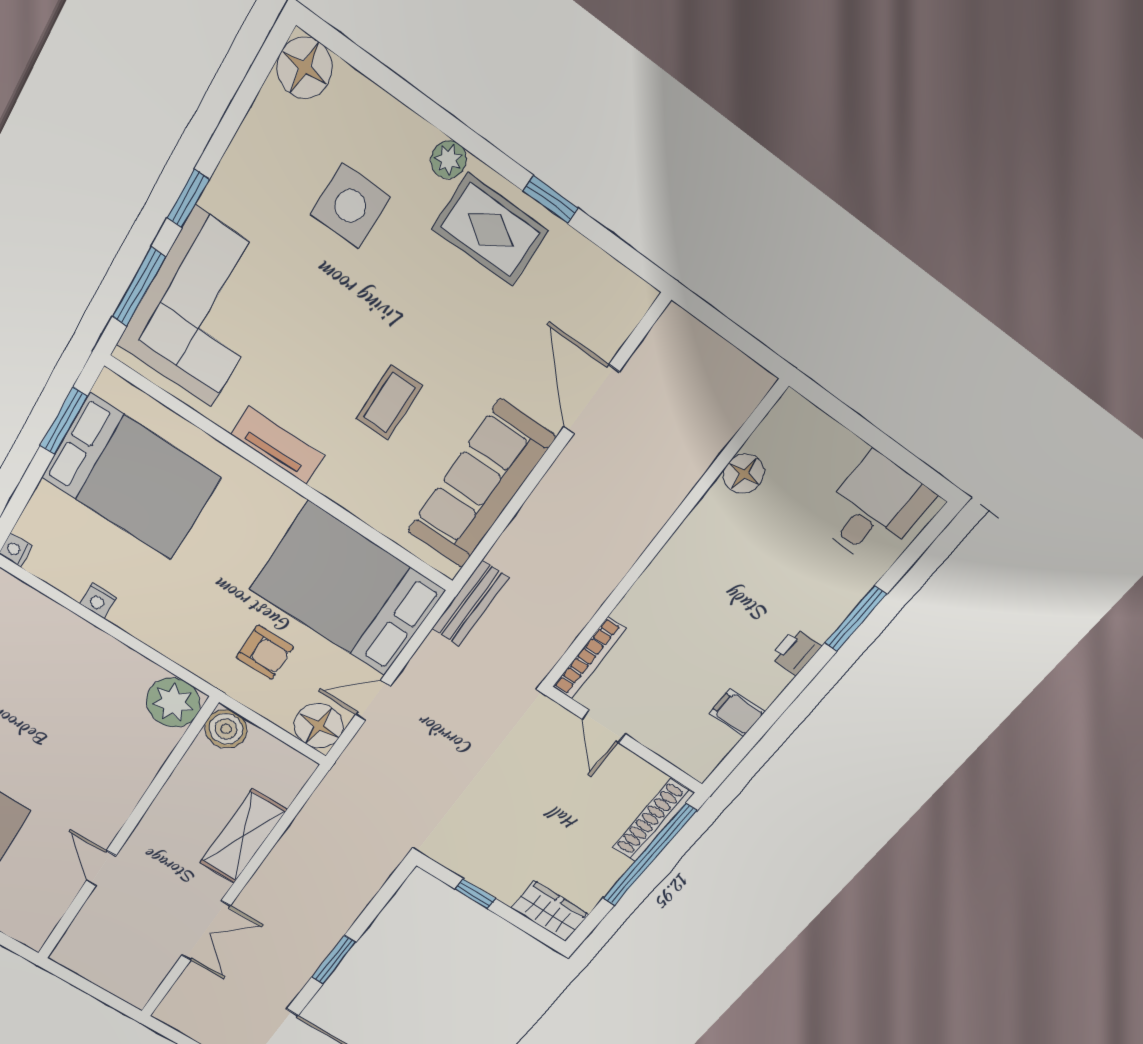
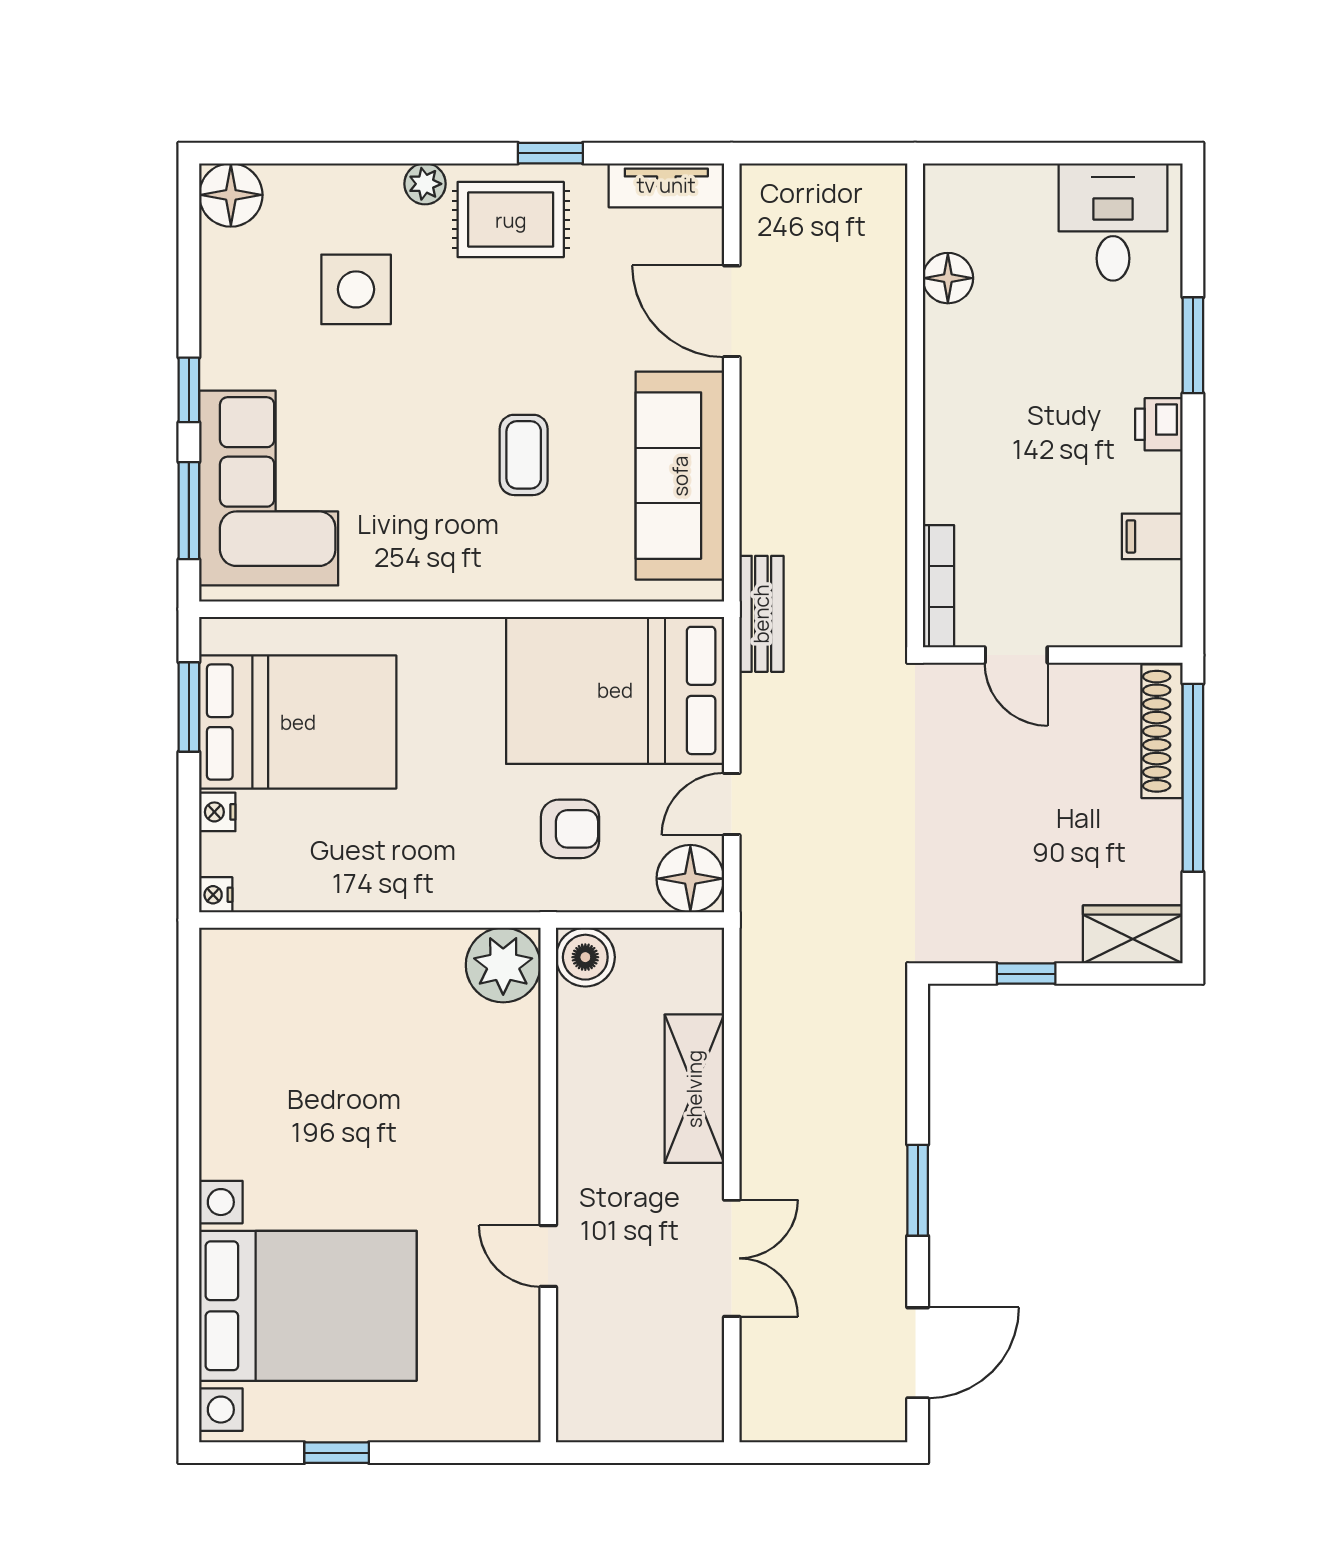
tv unit: (278, 445) -> (666, 185), moved, turned 180
nightstand: (98, 601) -> (217, 812), moved, turned 90

